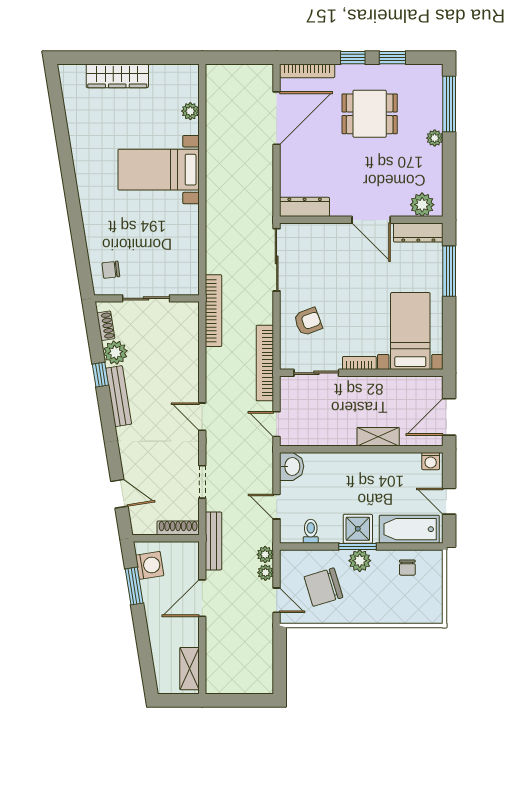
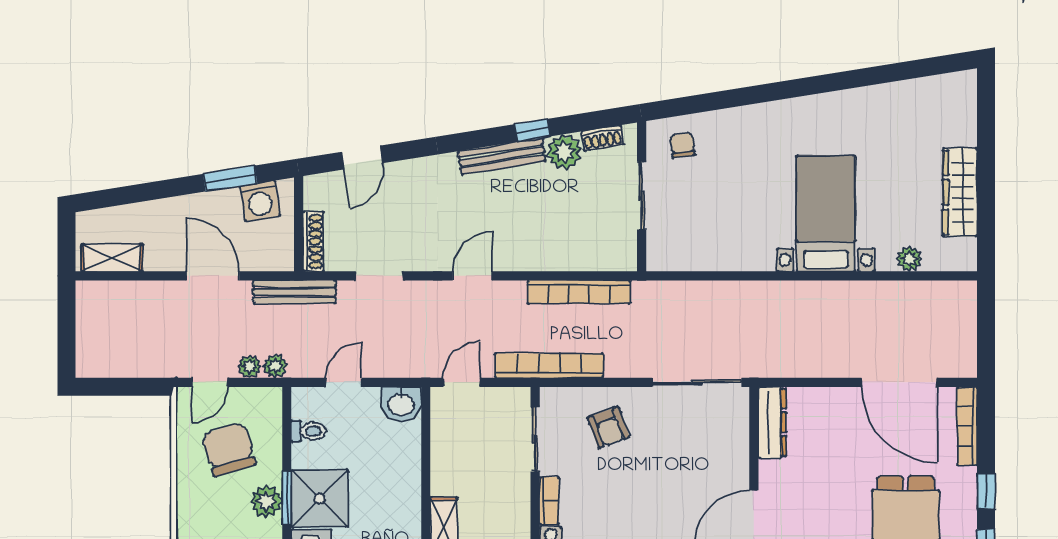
wardrobe: (117, 76) -> (960, 192), moved
bookcase: (213, 311) -> (579, 292), moved
shower: (358, 529) -> (320, 499), width x1.36, depth x1.36

